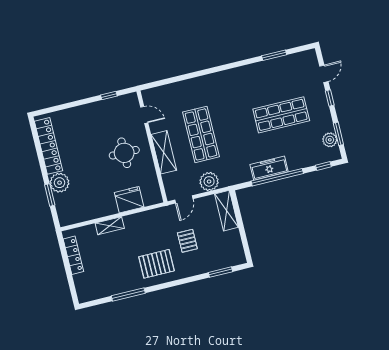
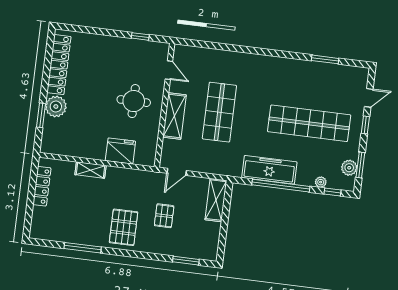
shop shelf: (281, 115) -> (309, 123), width x1.40
freezer: (269, 168) -> (269, 170), width x1.36, depth x1.26
plant: (209, 181) -> (321, 182), moved, width x0.53, depth x0.53
pallet: (156, 264) -> (124, 227), turned 90

